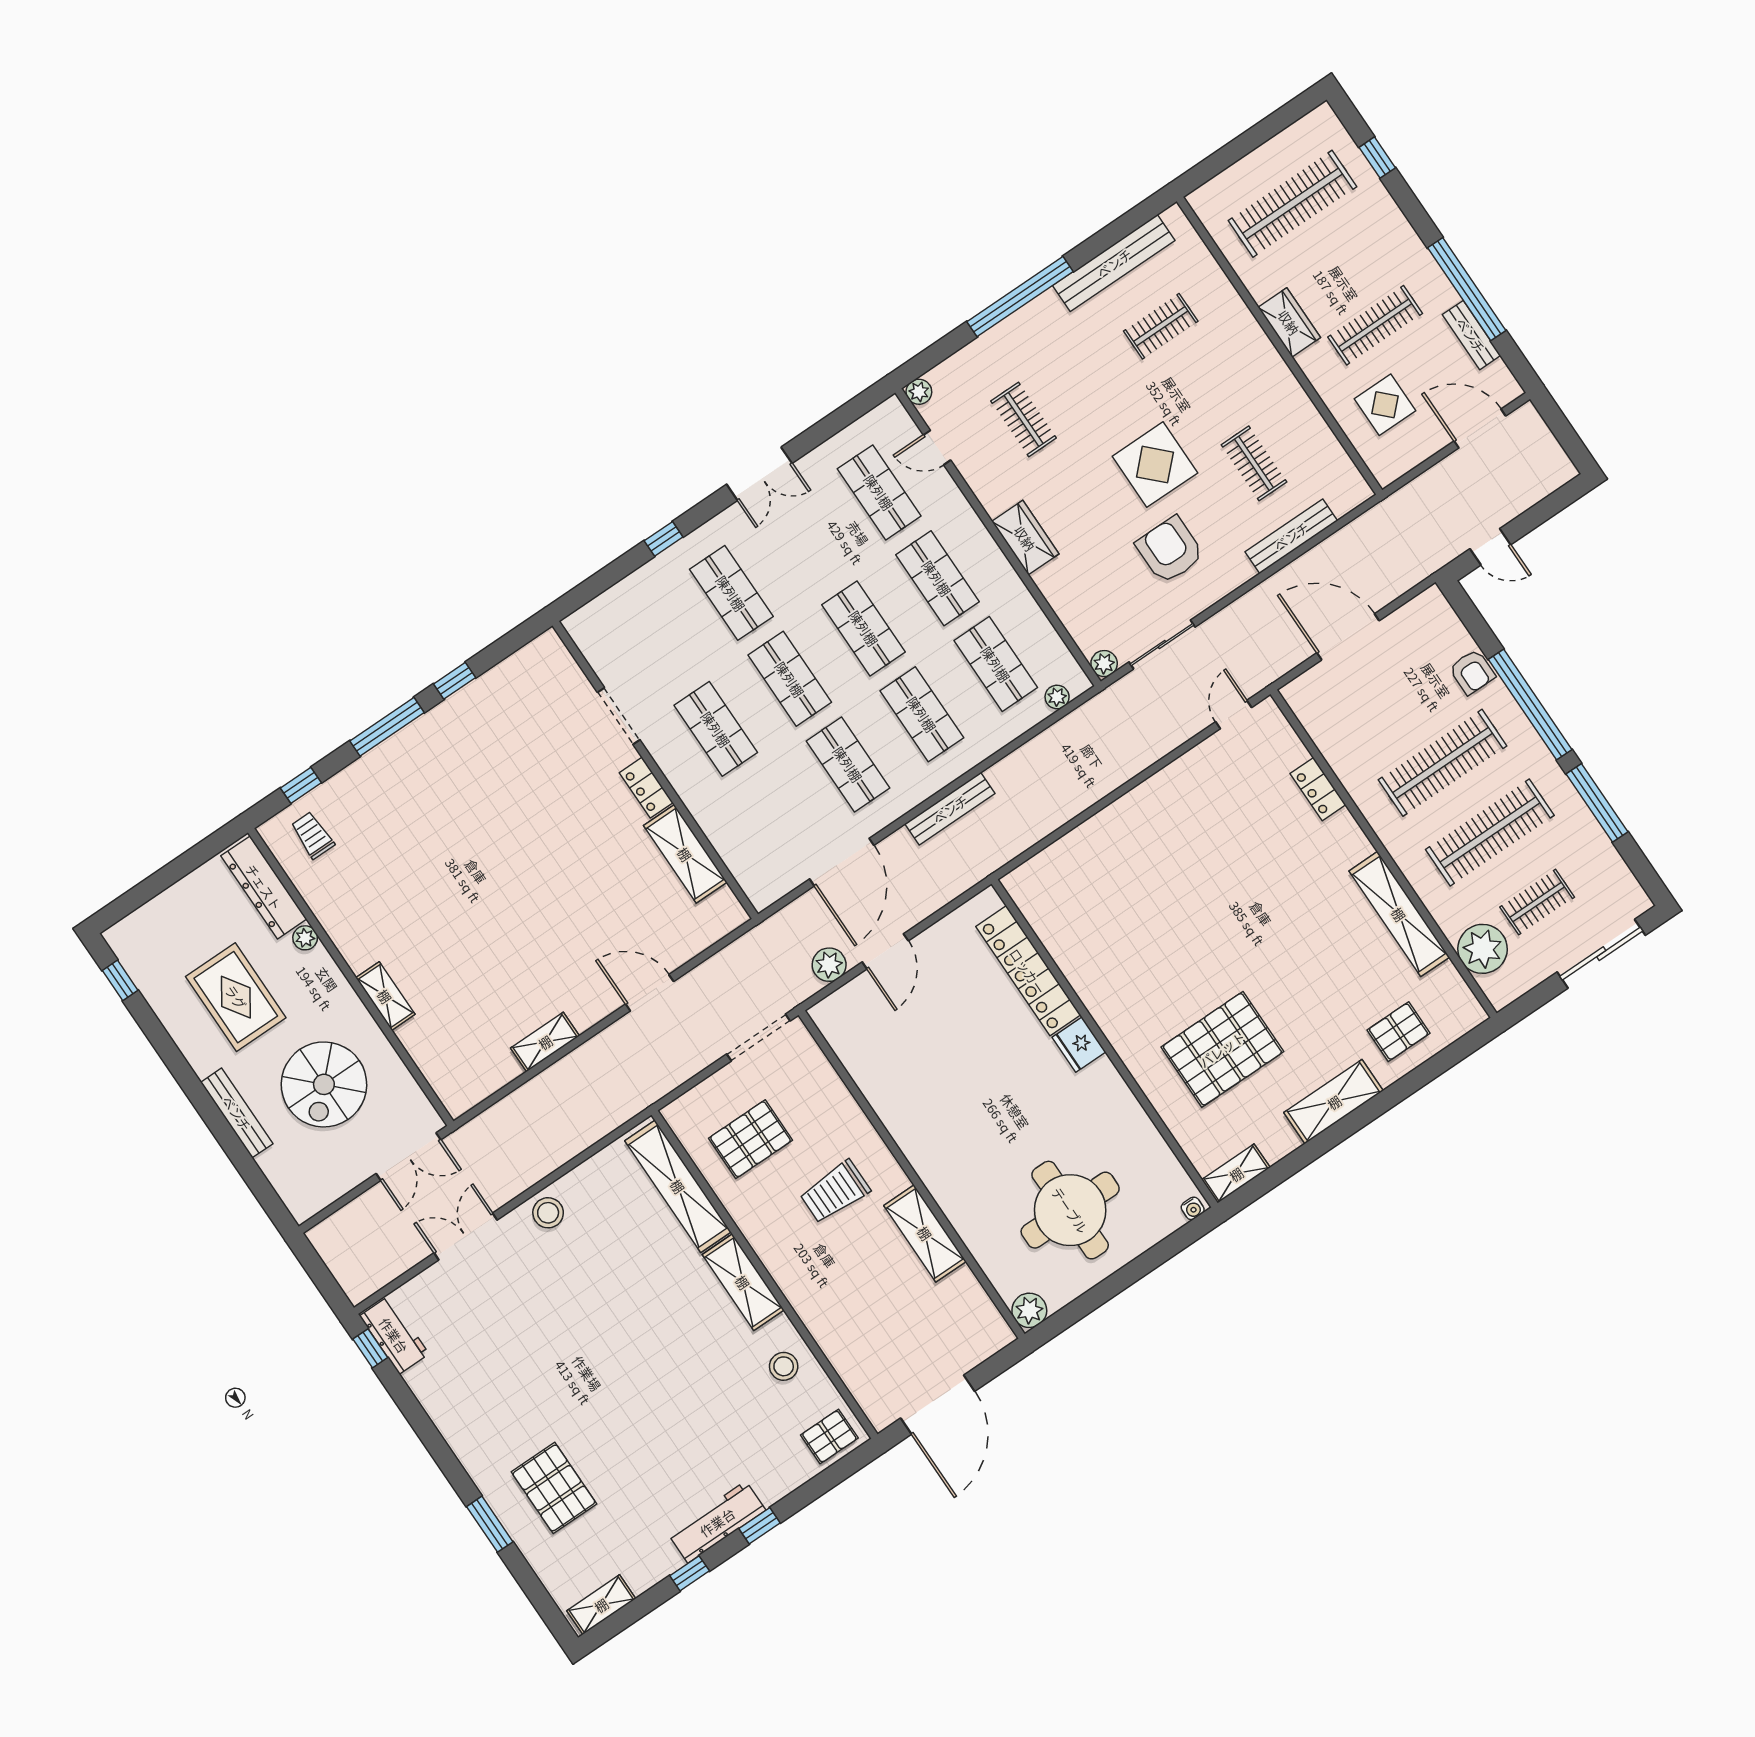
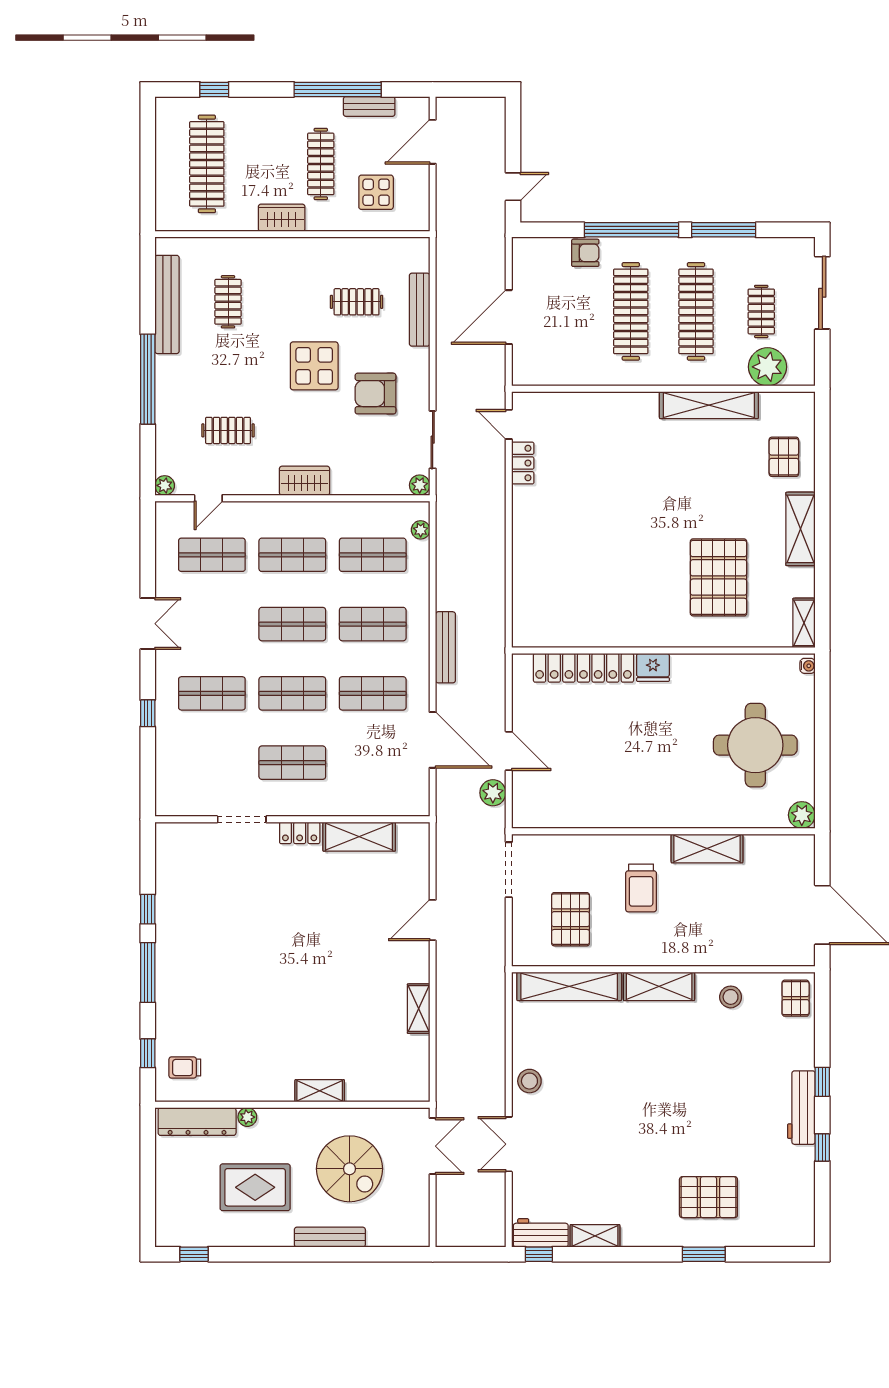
locker: (1318, 789) -> (523, 463), moved, turned -90
shelving: (601, 1605) -> (595, 1236), moved, turned 90

